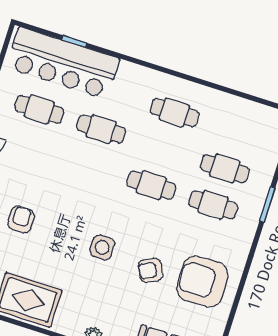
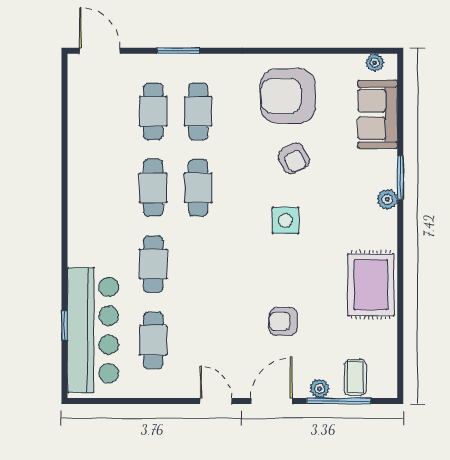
cafe table: (175, 112) -> (153, 188), moved
armchair: (202, 281) -> (288, 96), turned 92

